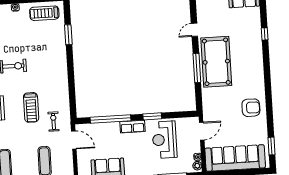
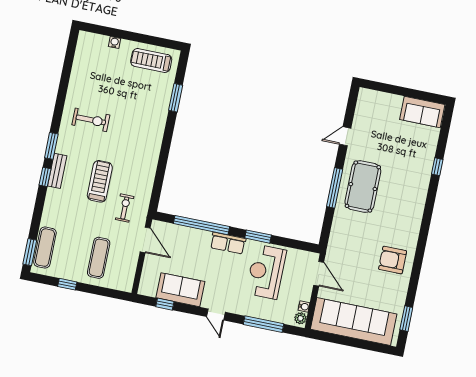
pool table: (216, 62) -> (363, 187), width x0.73, depth x0.76
treadmill: (31, 107) -> (100, 181), turned 180
armchair: (251, 108) -> (393, 260), turned 180
door: (202, 131) -> (319, 274), hinge flipped

